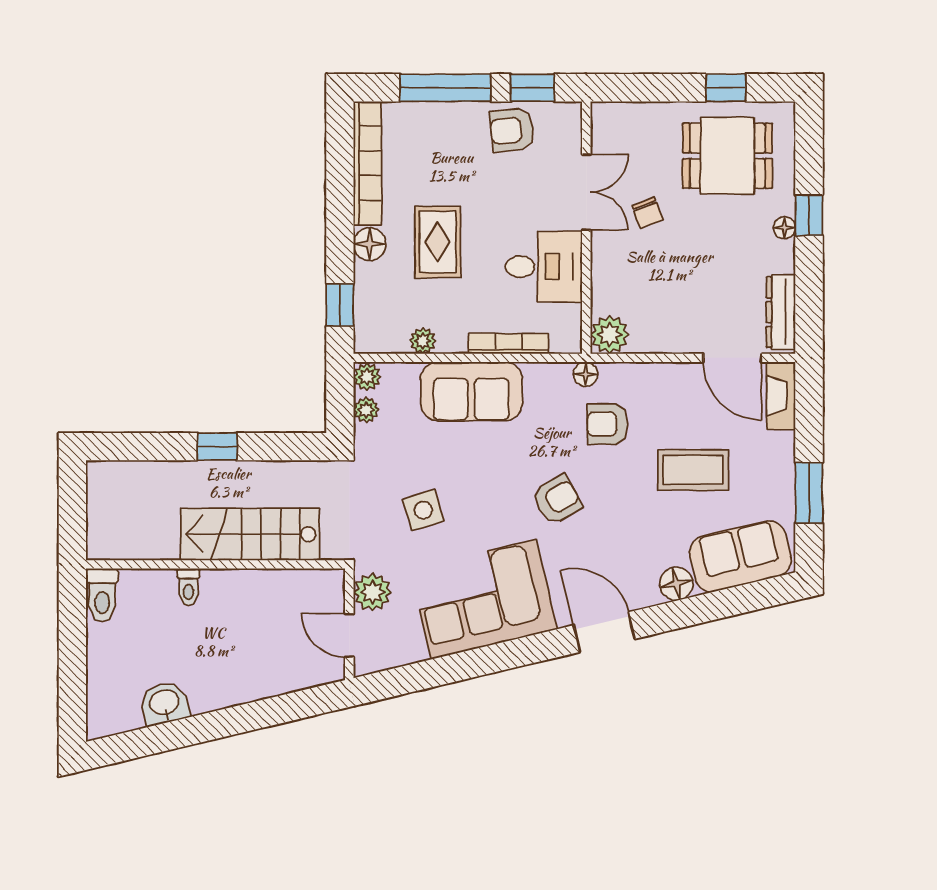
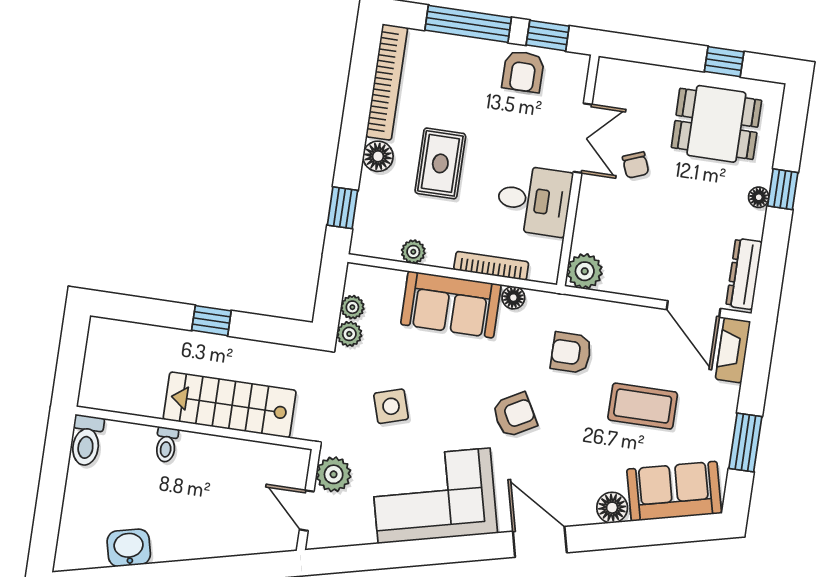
armchair: (512, 130) -> (523, 71), turned -84
floor lamp: (586, 374) -> (513, 298), moved
plant: (367, 377) -> (349, 334), moved

